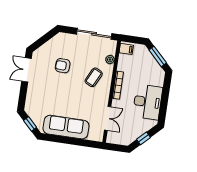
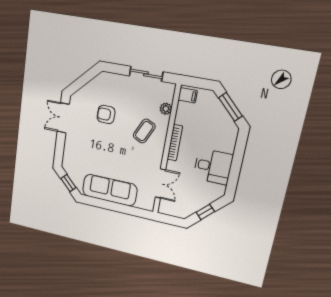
sliding door: (94, 34) -> (146, 74), width x0.73
desk: (148, 102) -> (213, 167), width x0.73

